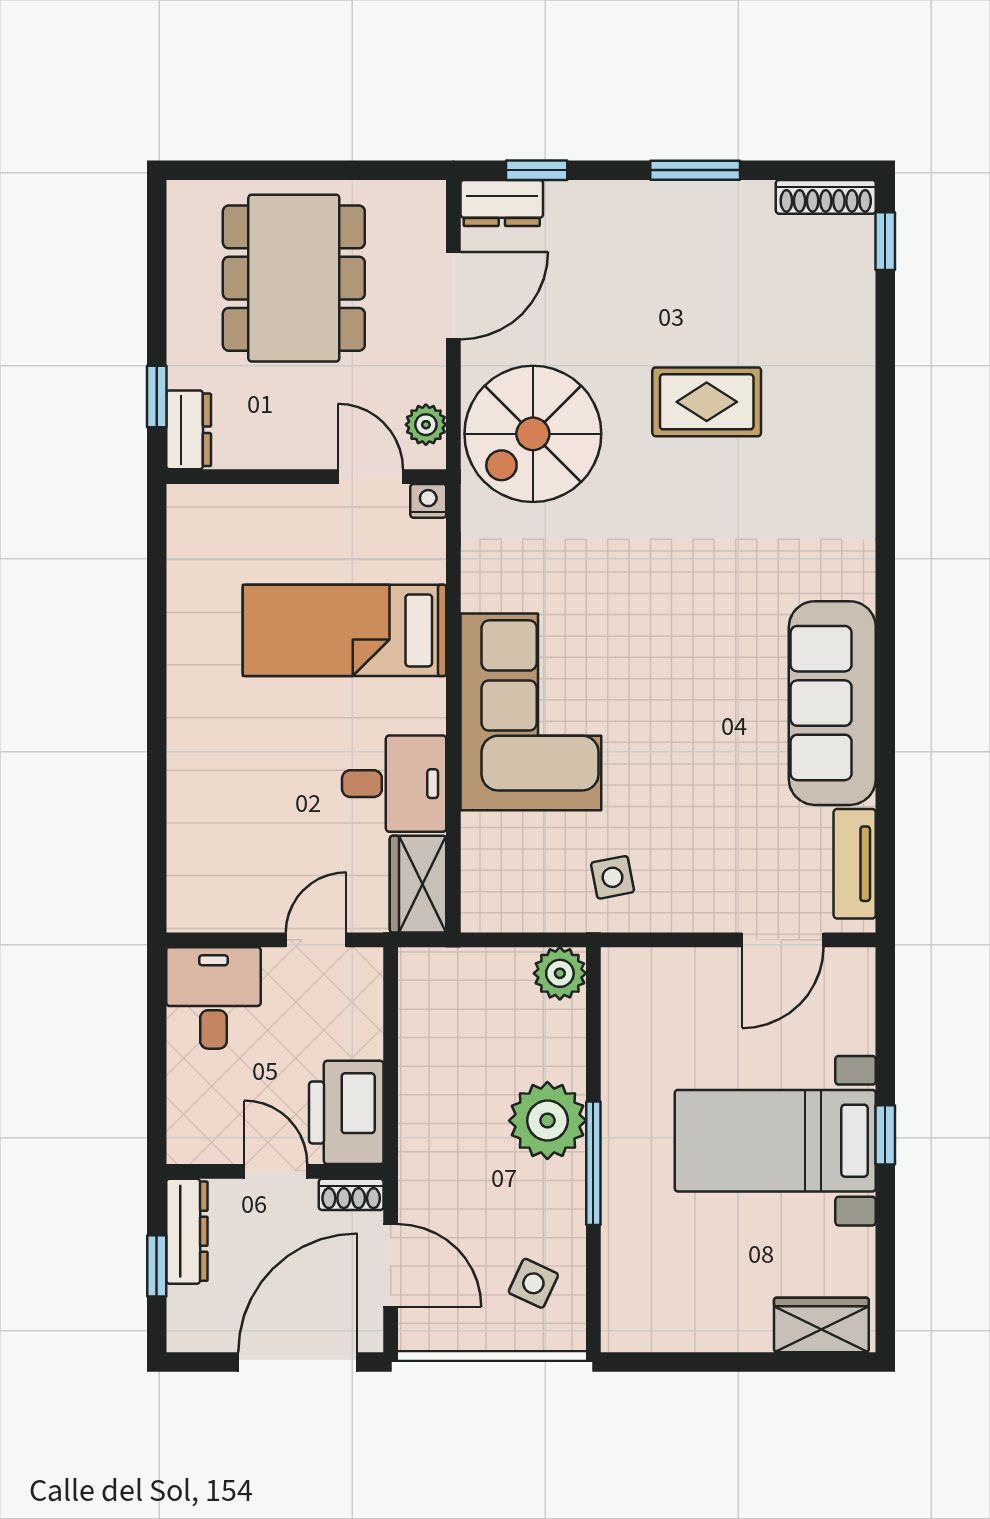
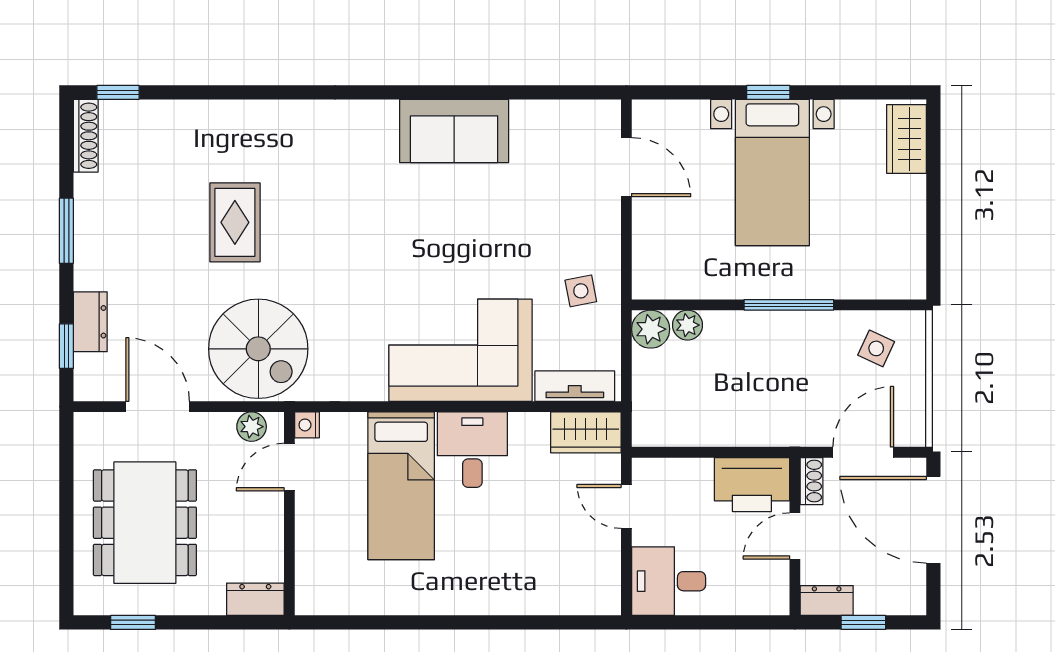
dresser: (502, 203) -> (90, 322), moved
dining table: (294, 278) -> (145, 523), turned 90
window: (157, 396) -> (133, 622), moved
sofa: (832, 703) -> (454, 131), width x0.73
desk: (394, 784) -> (472, 450), moved
tv unit: (855, 864) -> (575, 386), moved, turned 180
plant: (547, 1121) -> (688, 325), moved, width x0.53, depth x0.53
dresser: (187, 1231) -> (827, 600), width x0.70

